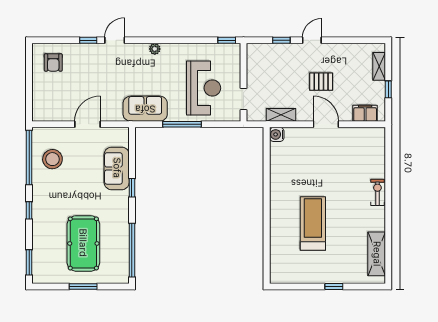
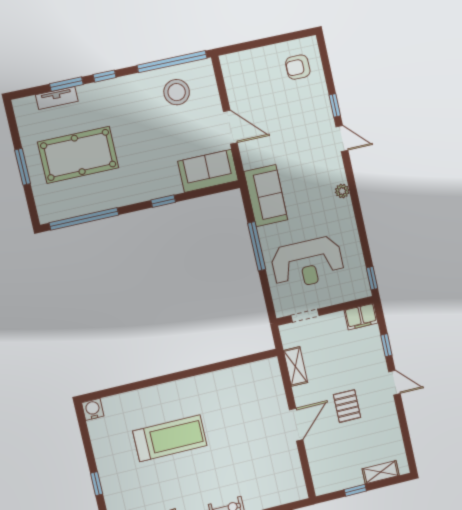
filing cabinet: (365, 113) -> (361, 317), moved, turned 90
water cooler: (277, 134) -> (93, 409), moved
sofa: (117, 168) -> (208, 171), moved
tv unit: (38, 250) -> (57, 98), added
window: (29, 262) -> (66, 84), moved

